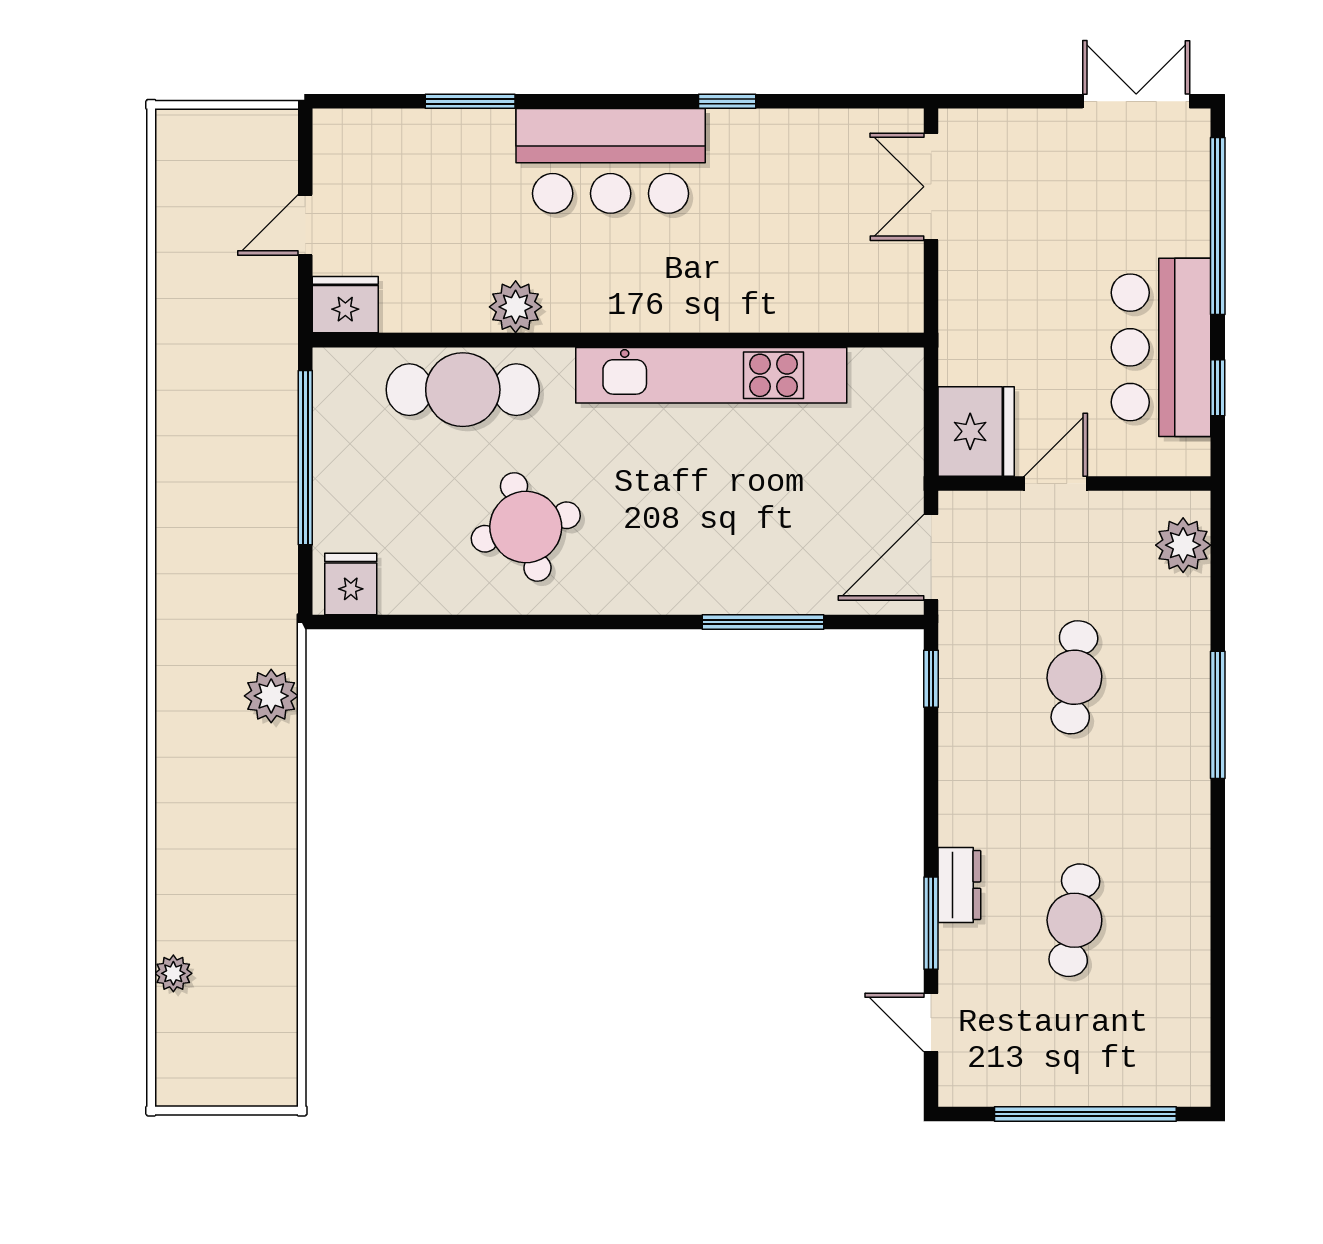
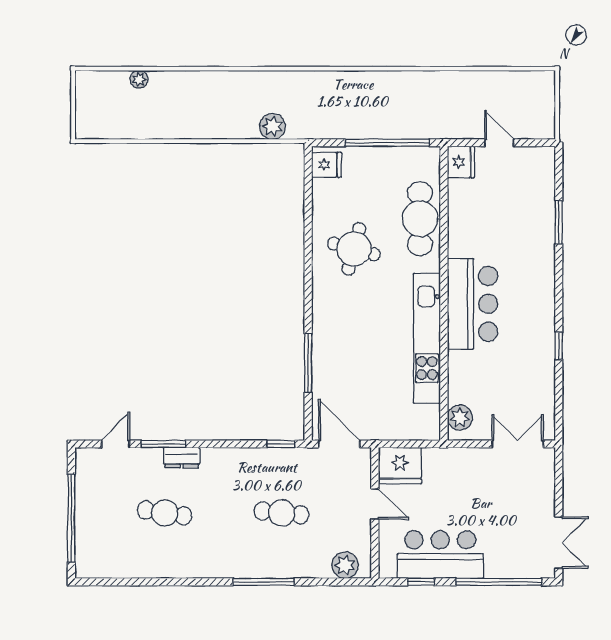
bar counter: (611, 161) -> (472, 304), moved, turned 180
plant: (516, 307) -> (460, 417), moved
round table: (526, 527) -> (354, 249), turned 31

